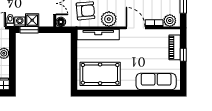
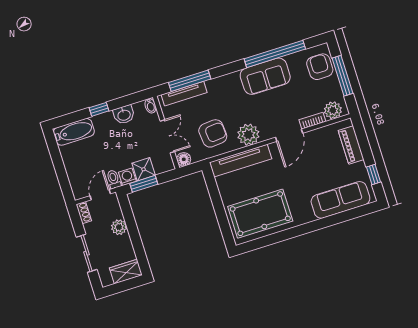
door: (136, 28) -> (289, 135), swing flipped
window: (183, 55) -> (374, 174), moved

